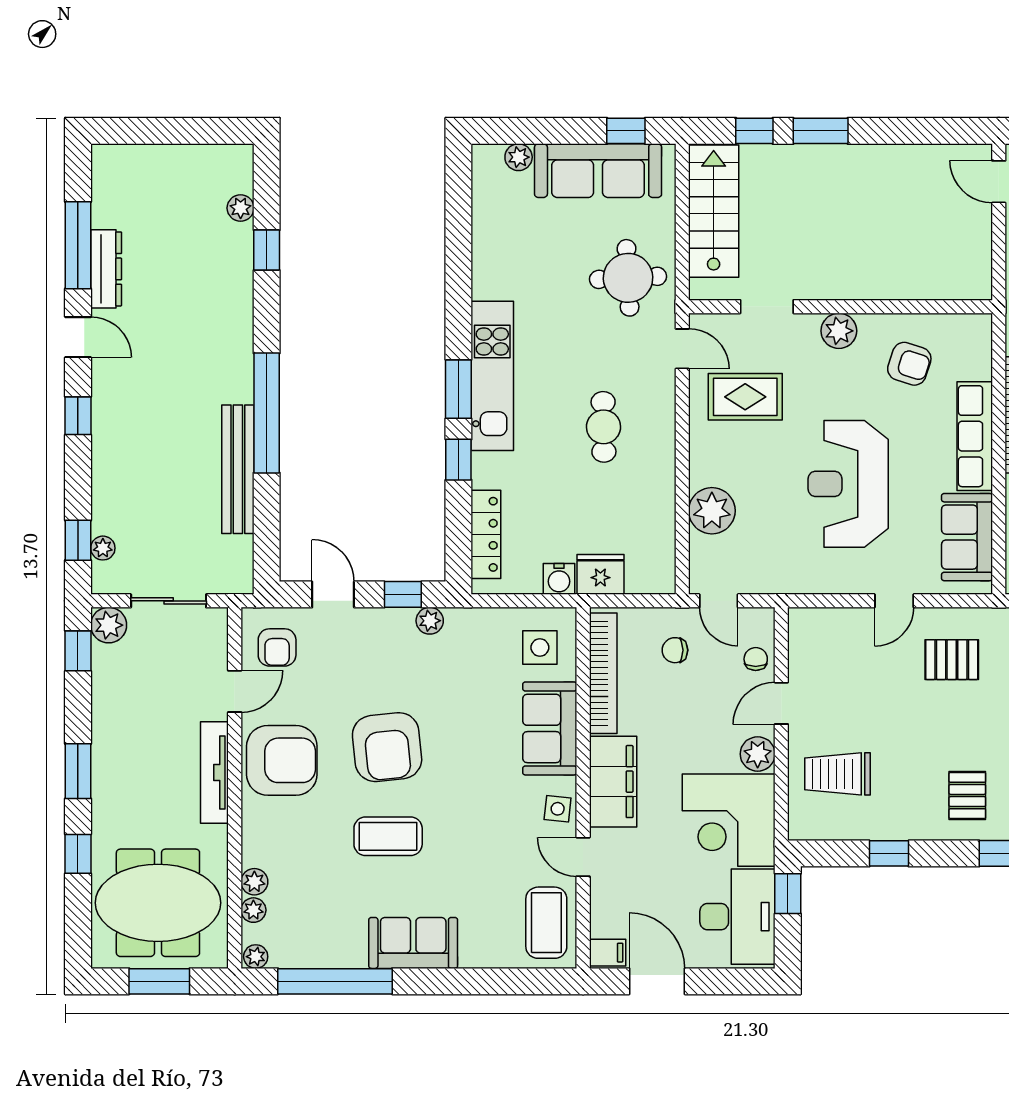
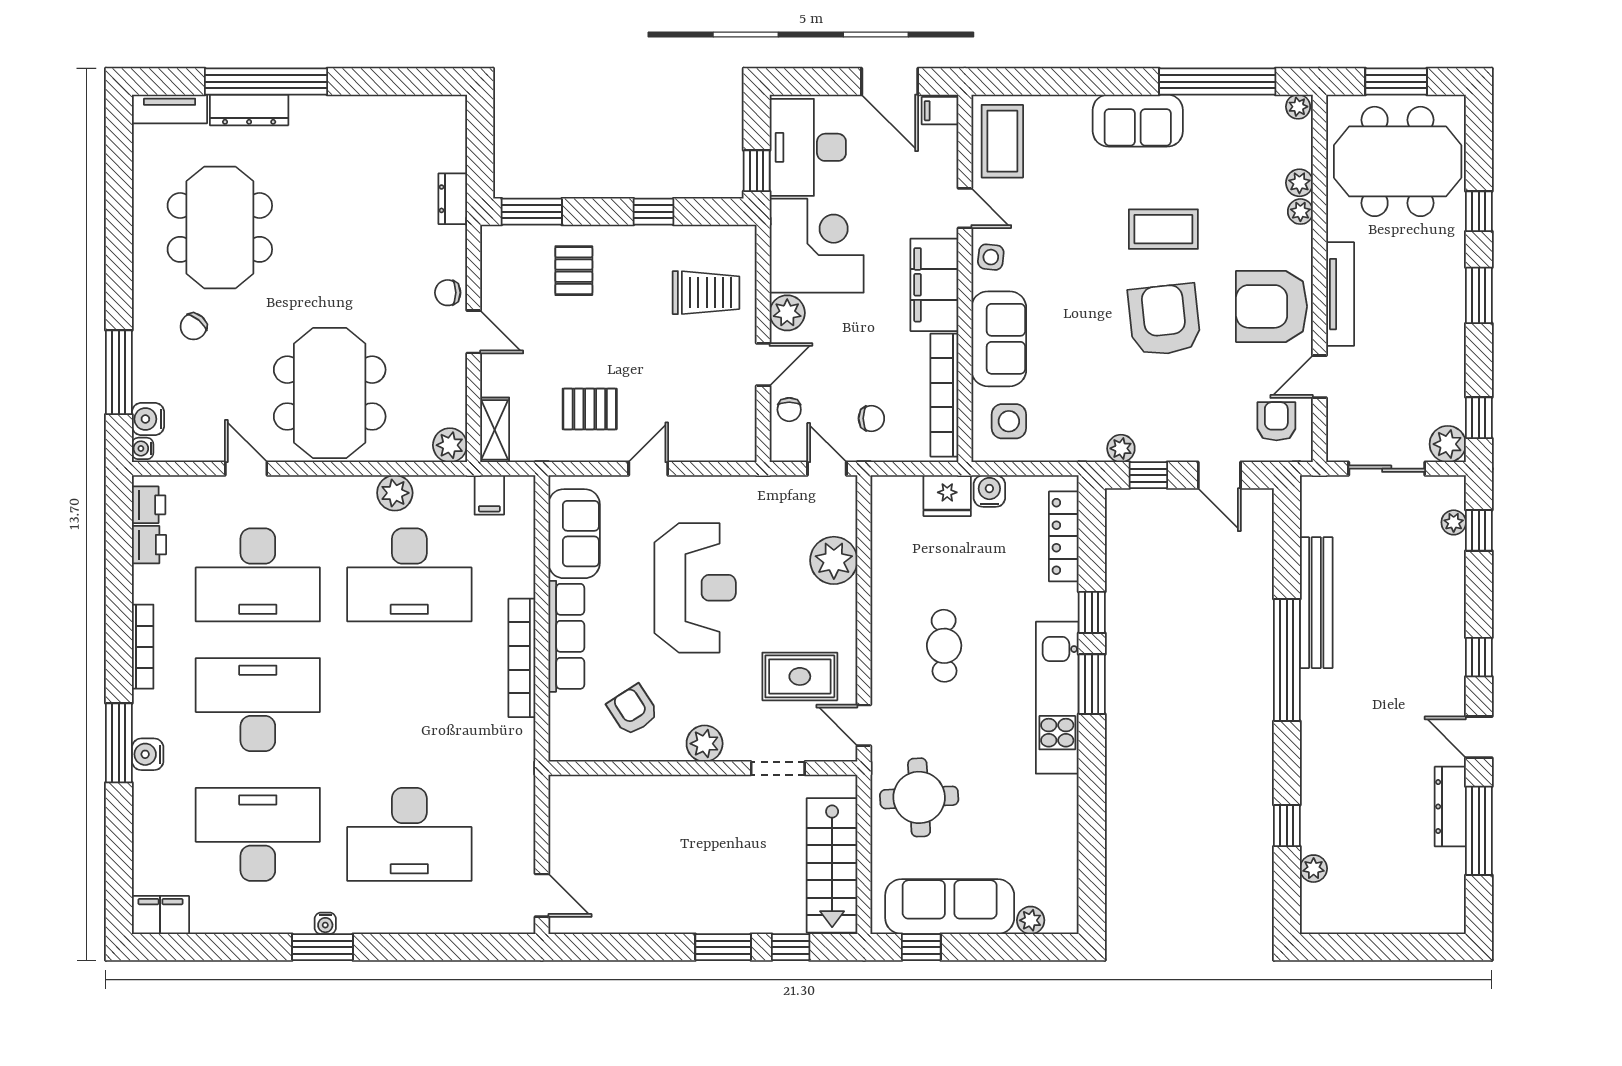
armchair: (909, 364) -> (633, 710), turned 39
plant: (253, 910) -> (1300, 212), moved

